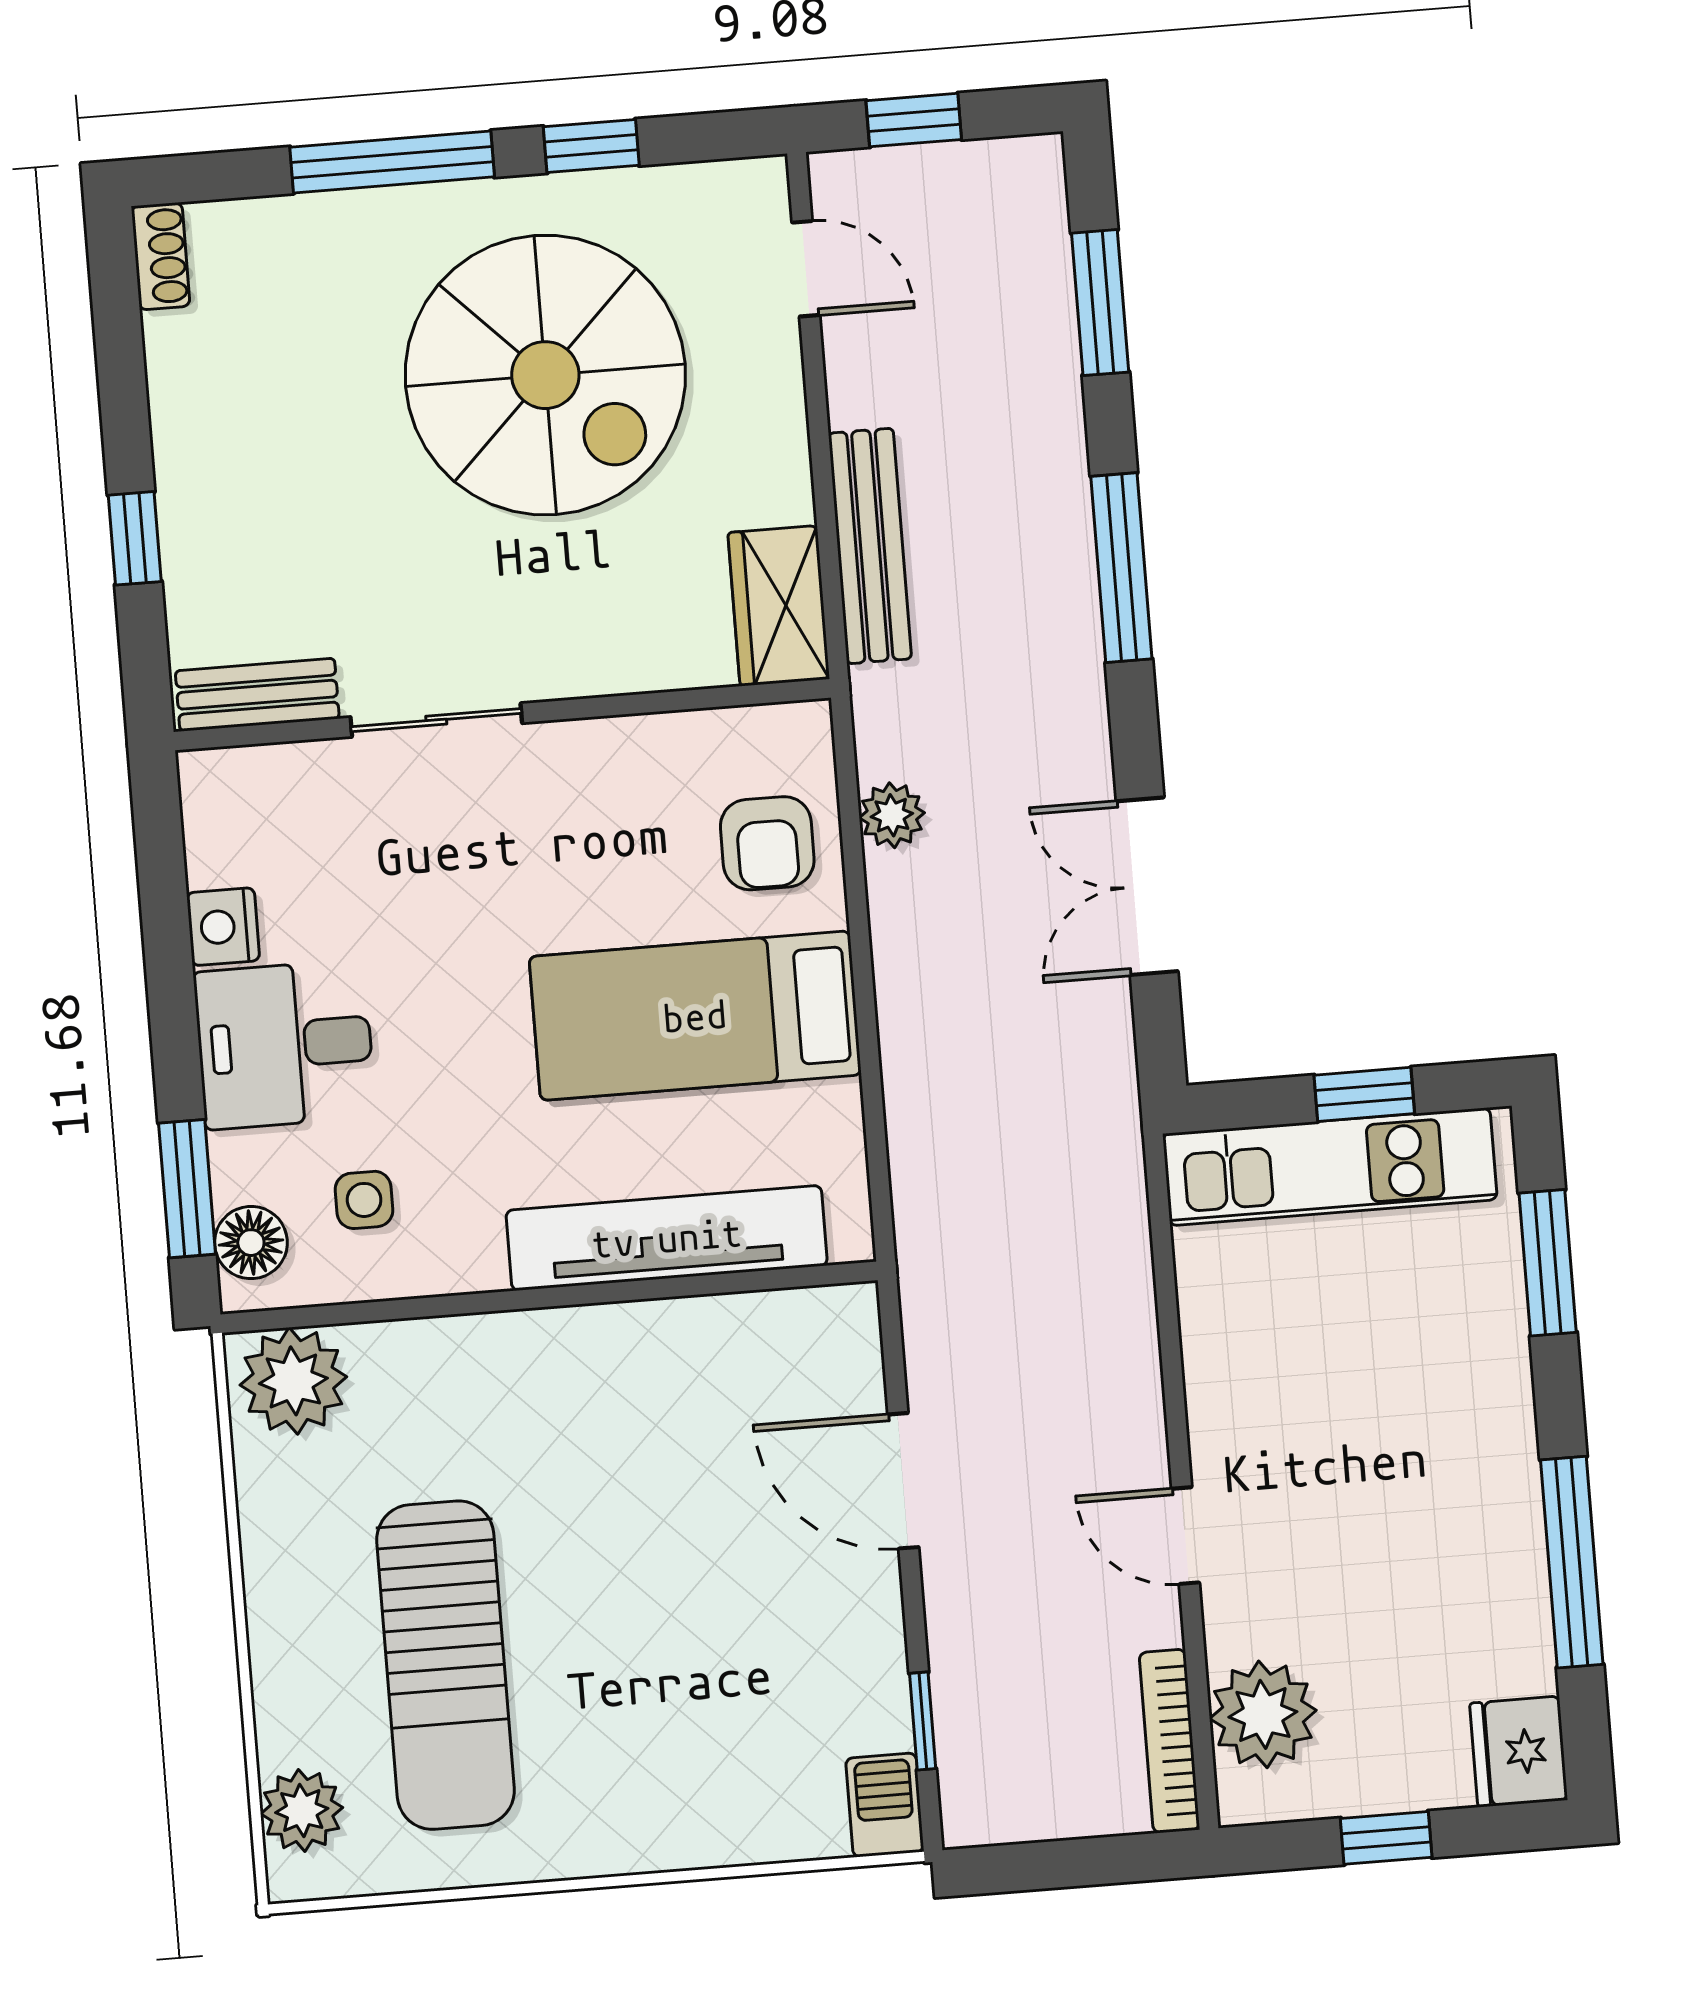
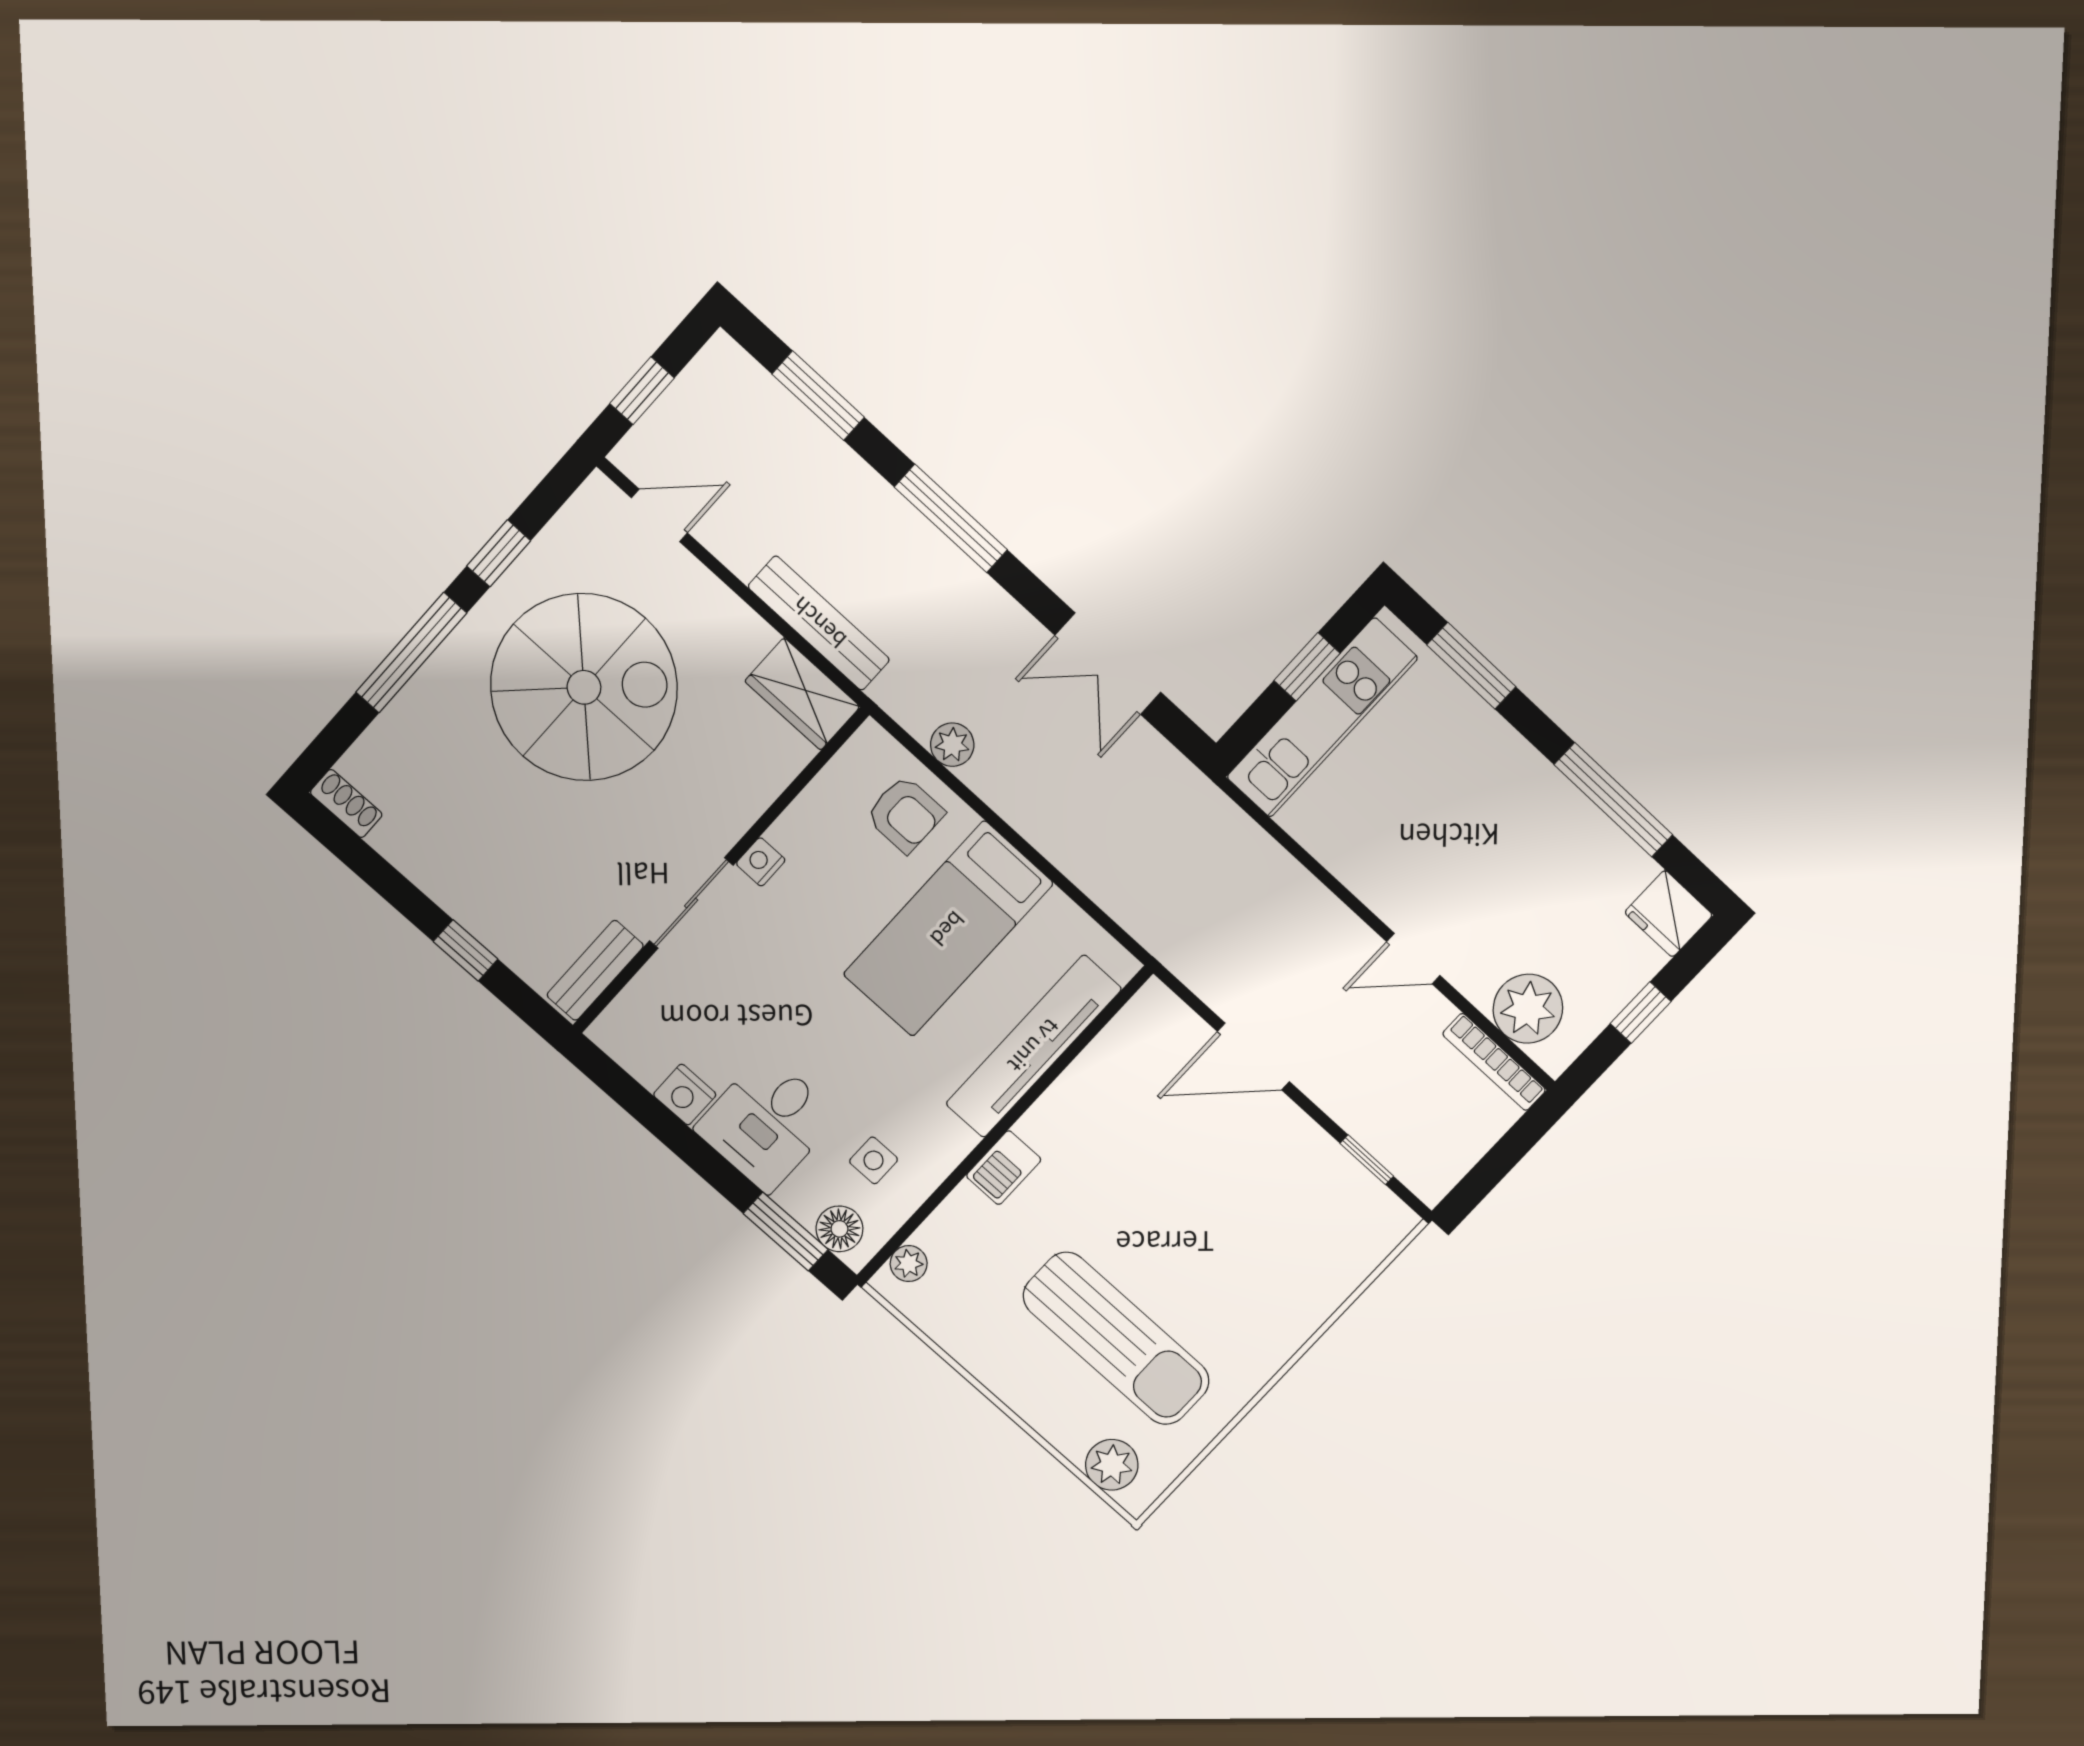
nightstand: (557, 747) -> (761, 862), added
plant: (293, 1381) -> (909, 1264), width x0.53, depth x0.53
barbecue: (885, 1805) -> (1004, 1168), moved, turned -90

